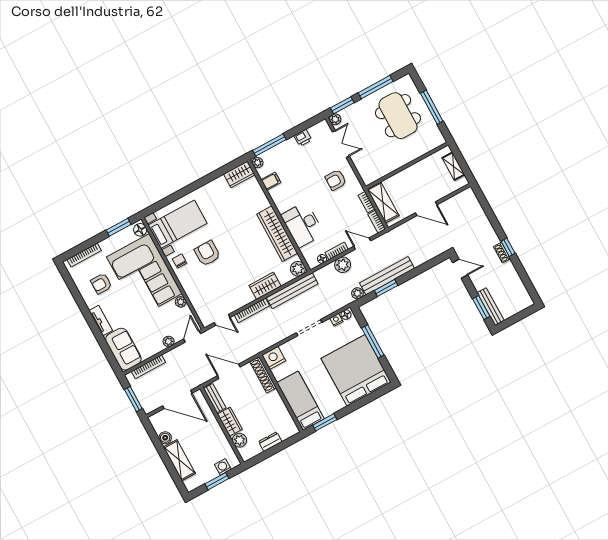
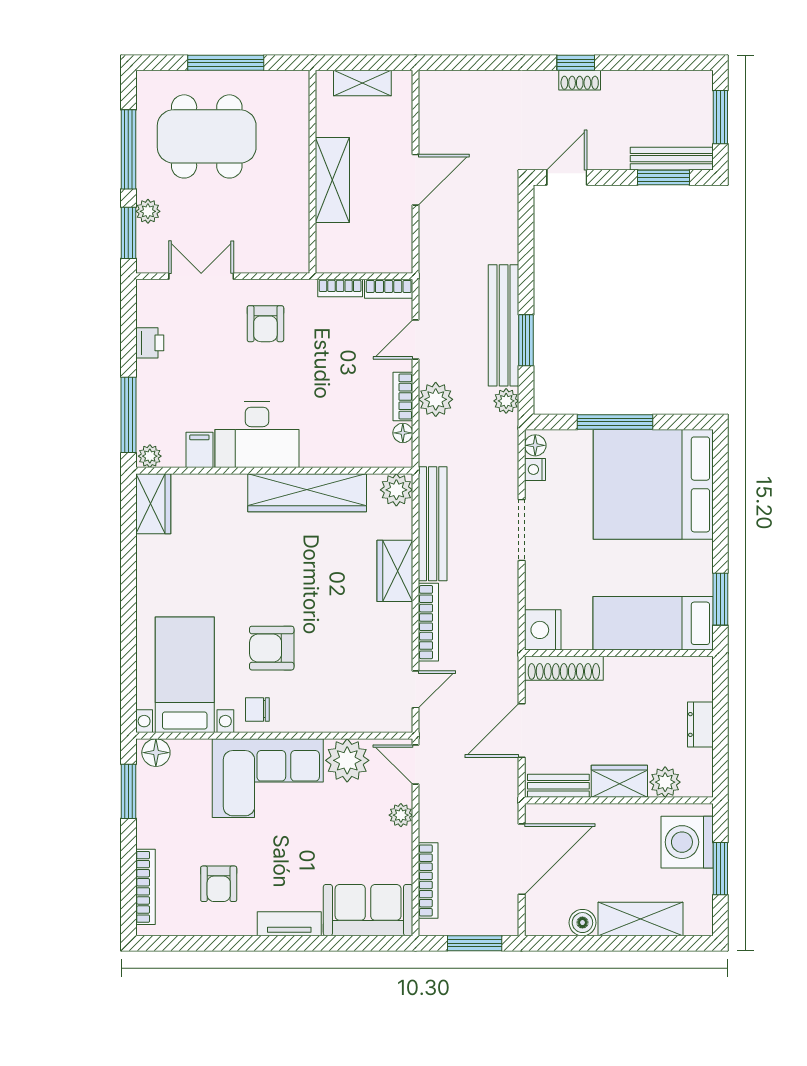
plant: (335, 119) -> (148, 211), moved
shelving: (383, 202) -> (332, 180), moved, turned 90
desk: (302, 225) -> (257, 435), moved
corner sofa: (144, 275) -> (268, 778), width x0.73, depth x0.74
plant: (181, 302) -> (347, 760), width x1.88, depth x1.88
window: (518, 317) -> (720, 117), added
washing machine: (223, 467) -> (687, 842), width x1.89, depth x1.89

